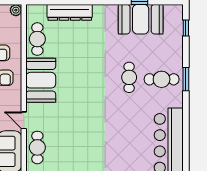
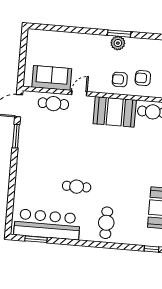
cafe table: (129, 77) -> (77, 187), moved
window: (186, 79) -> (36, 239), moved

